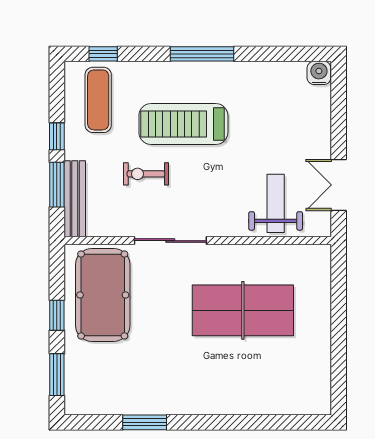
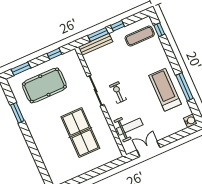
window: (202, 54) -> (185, 87), moved
treadmill: (183, 124) -> (165, 90), moved
exercise bike: (146, 174) -> (118, 93), moved
pool table: (103, 295) -> (44, 85), moved
window: (57, 315) -> (54, 54), moved

